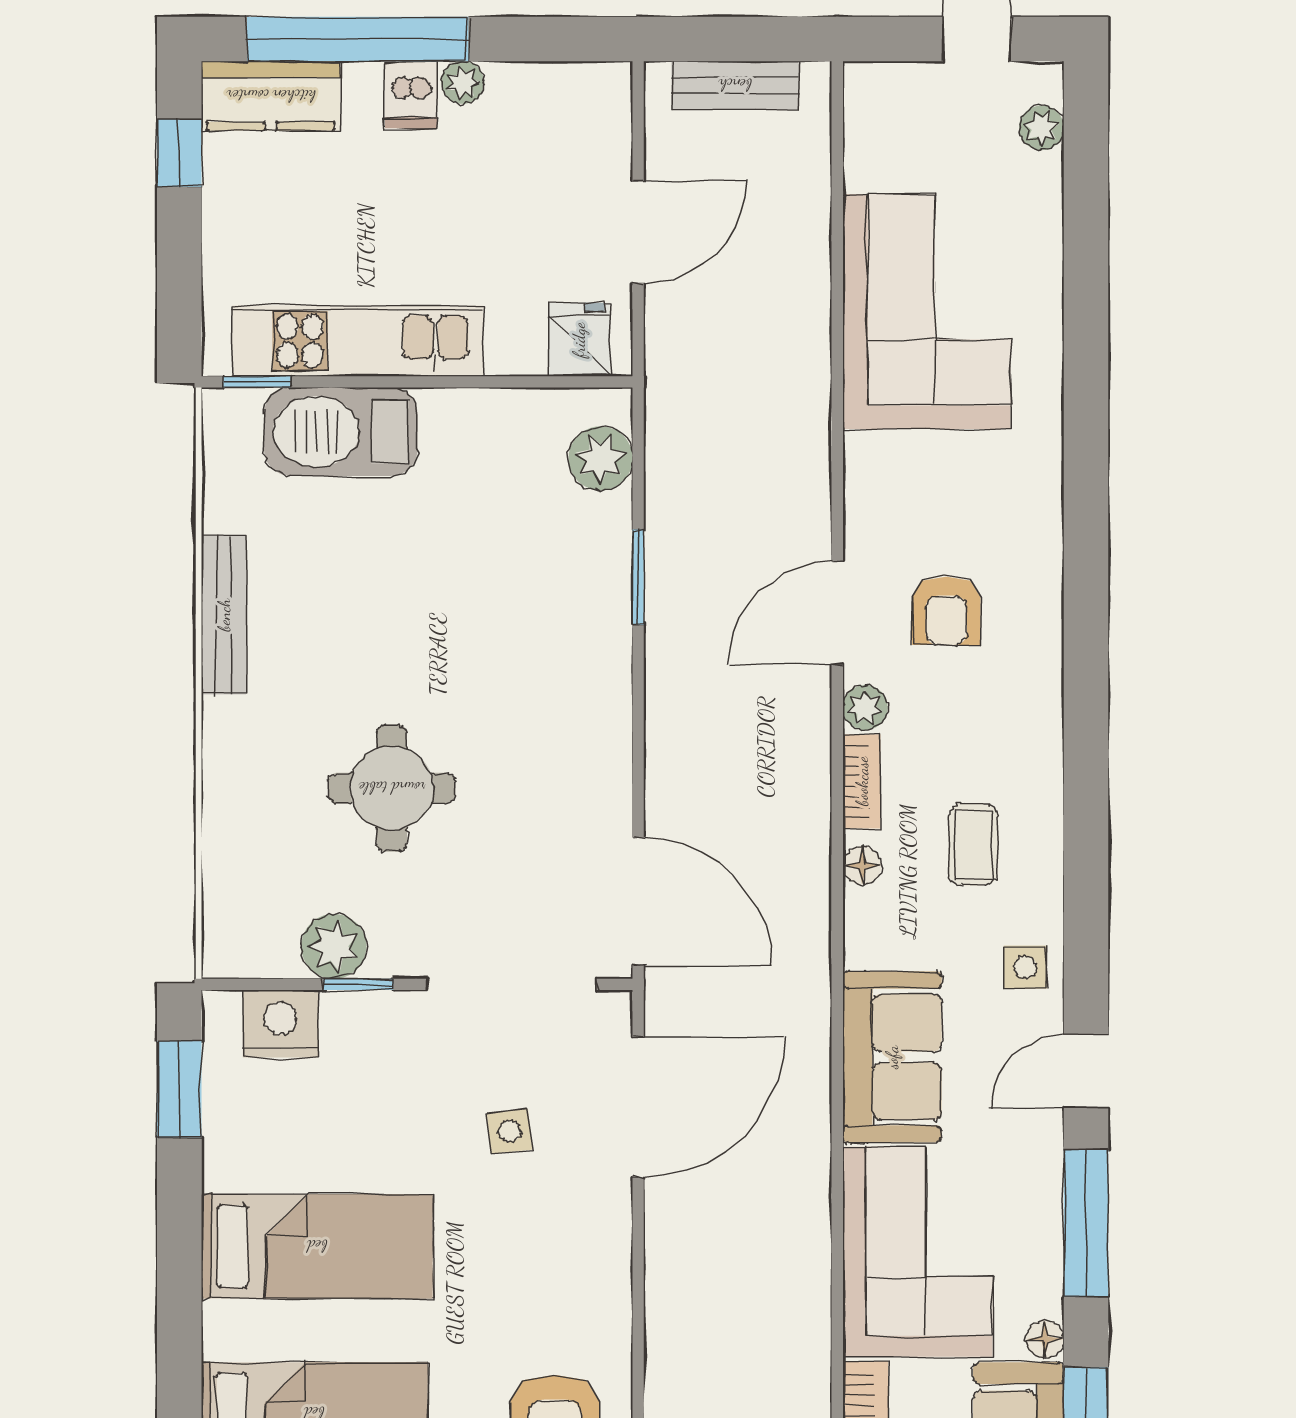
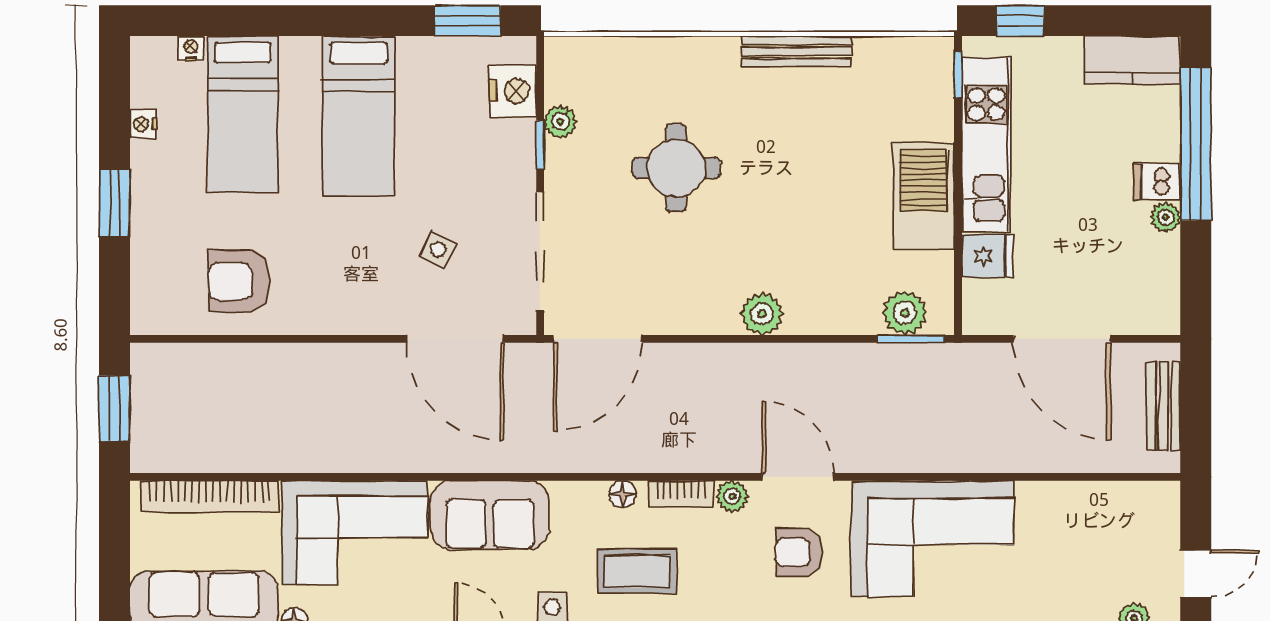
kitchen counter: (271, 96) -> (1132, 60), moved, turned -90
window: (179, 153) -> (1020, 21), moved
door: (638, 232) -> (1062, 339), width x1.36
corner sofa: (927, 311) -> (933, 539), moved
fridge: (579, 340) -> (987, 256), moved
barbecue: (341, 432) -> (923, 196), moved
window: (638, 577) -> (910, 339), moved
plant: (602, 664) -> (762, 314), added
coffee table: (973, 844) -> (637, 571), width x1.36, depth x1.30
plant: (334, 946) -> (560, 122), width x0.73, depth x0.73
side table: (510, 1131) -> (438, 250), turned 34

